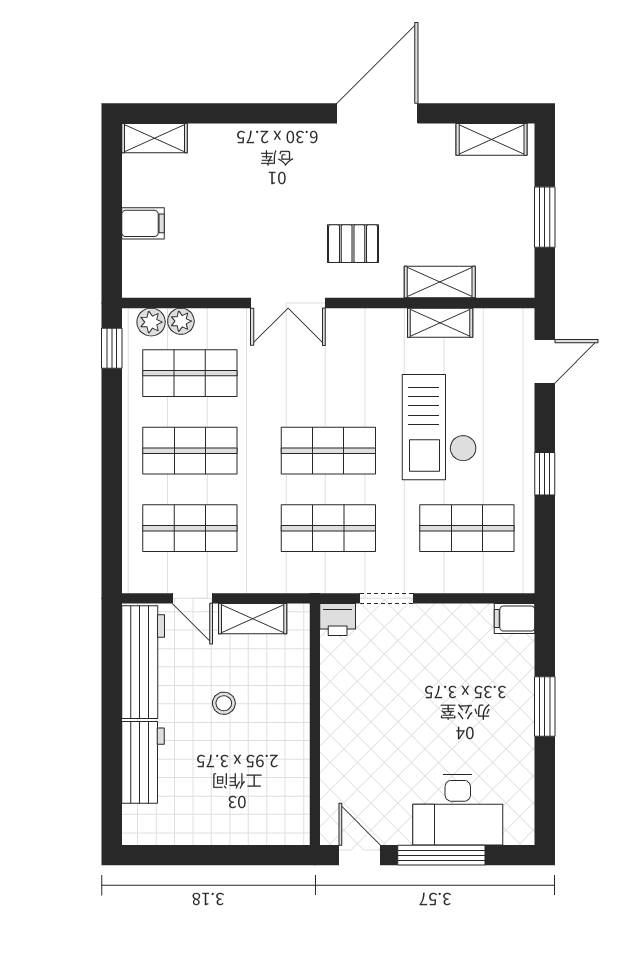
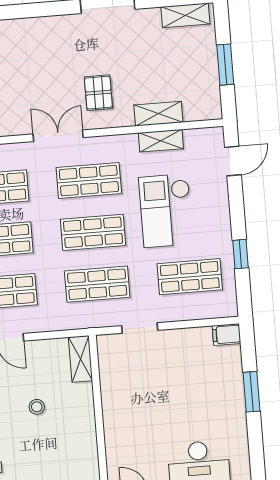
pallet: (353, 244) -> (98, 93), turned 90
double door: (288, 303) -> (58, 136), swing flipped
shop shelf: (328, 373) -> (89, 181), added
window: (545, 474) -> (240, 254), moved
shelving: (253, 619) -> (80, 359), moved, turned 90
printer: (338, 620) -> (108, 345), removed

